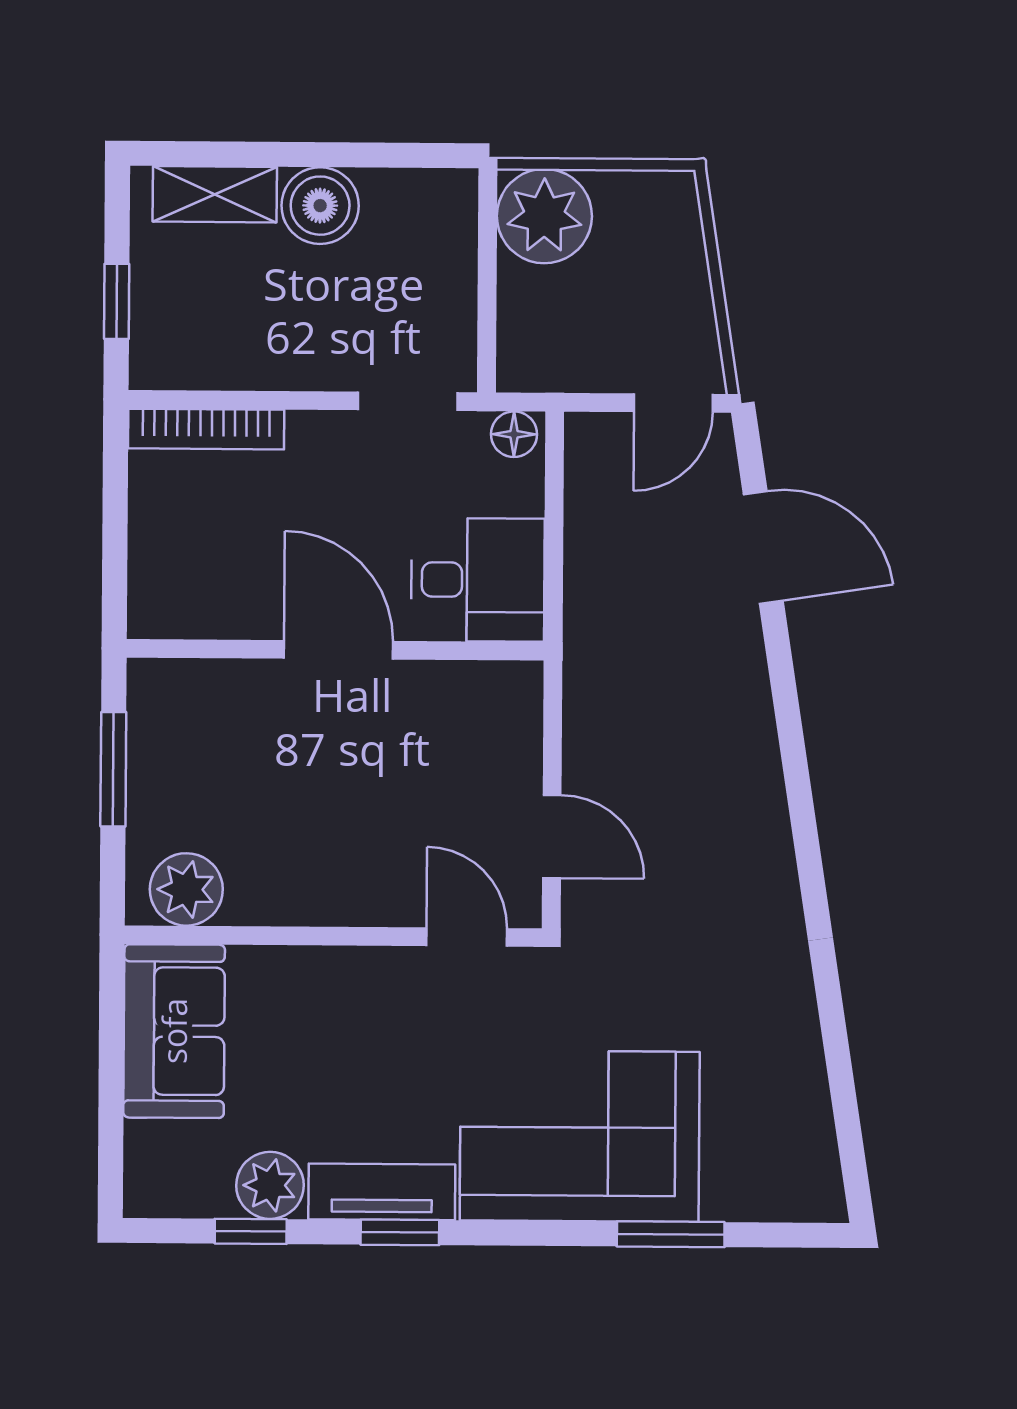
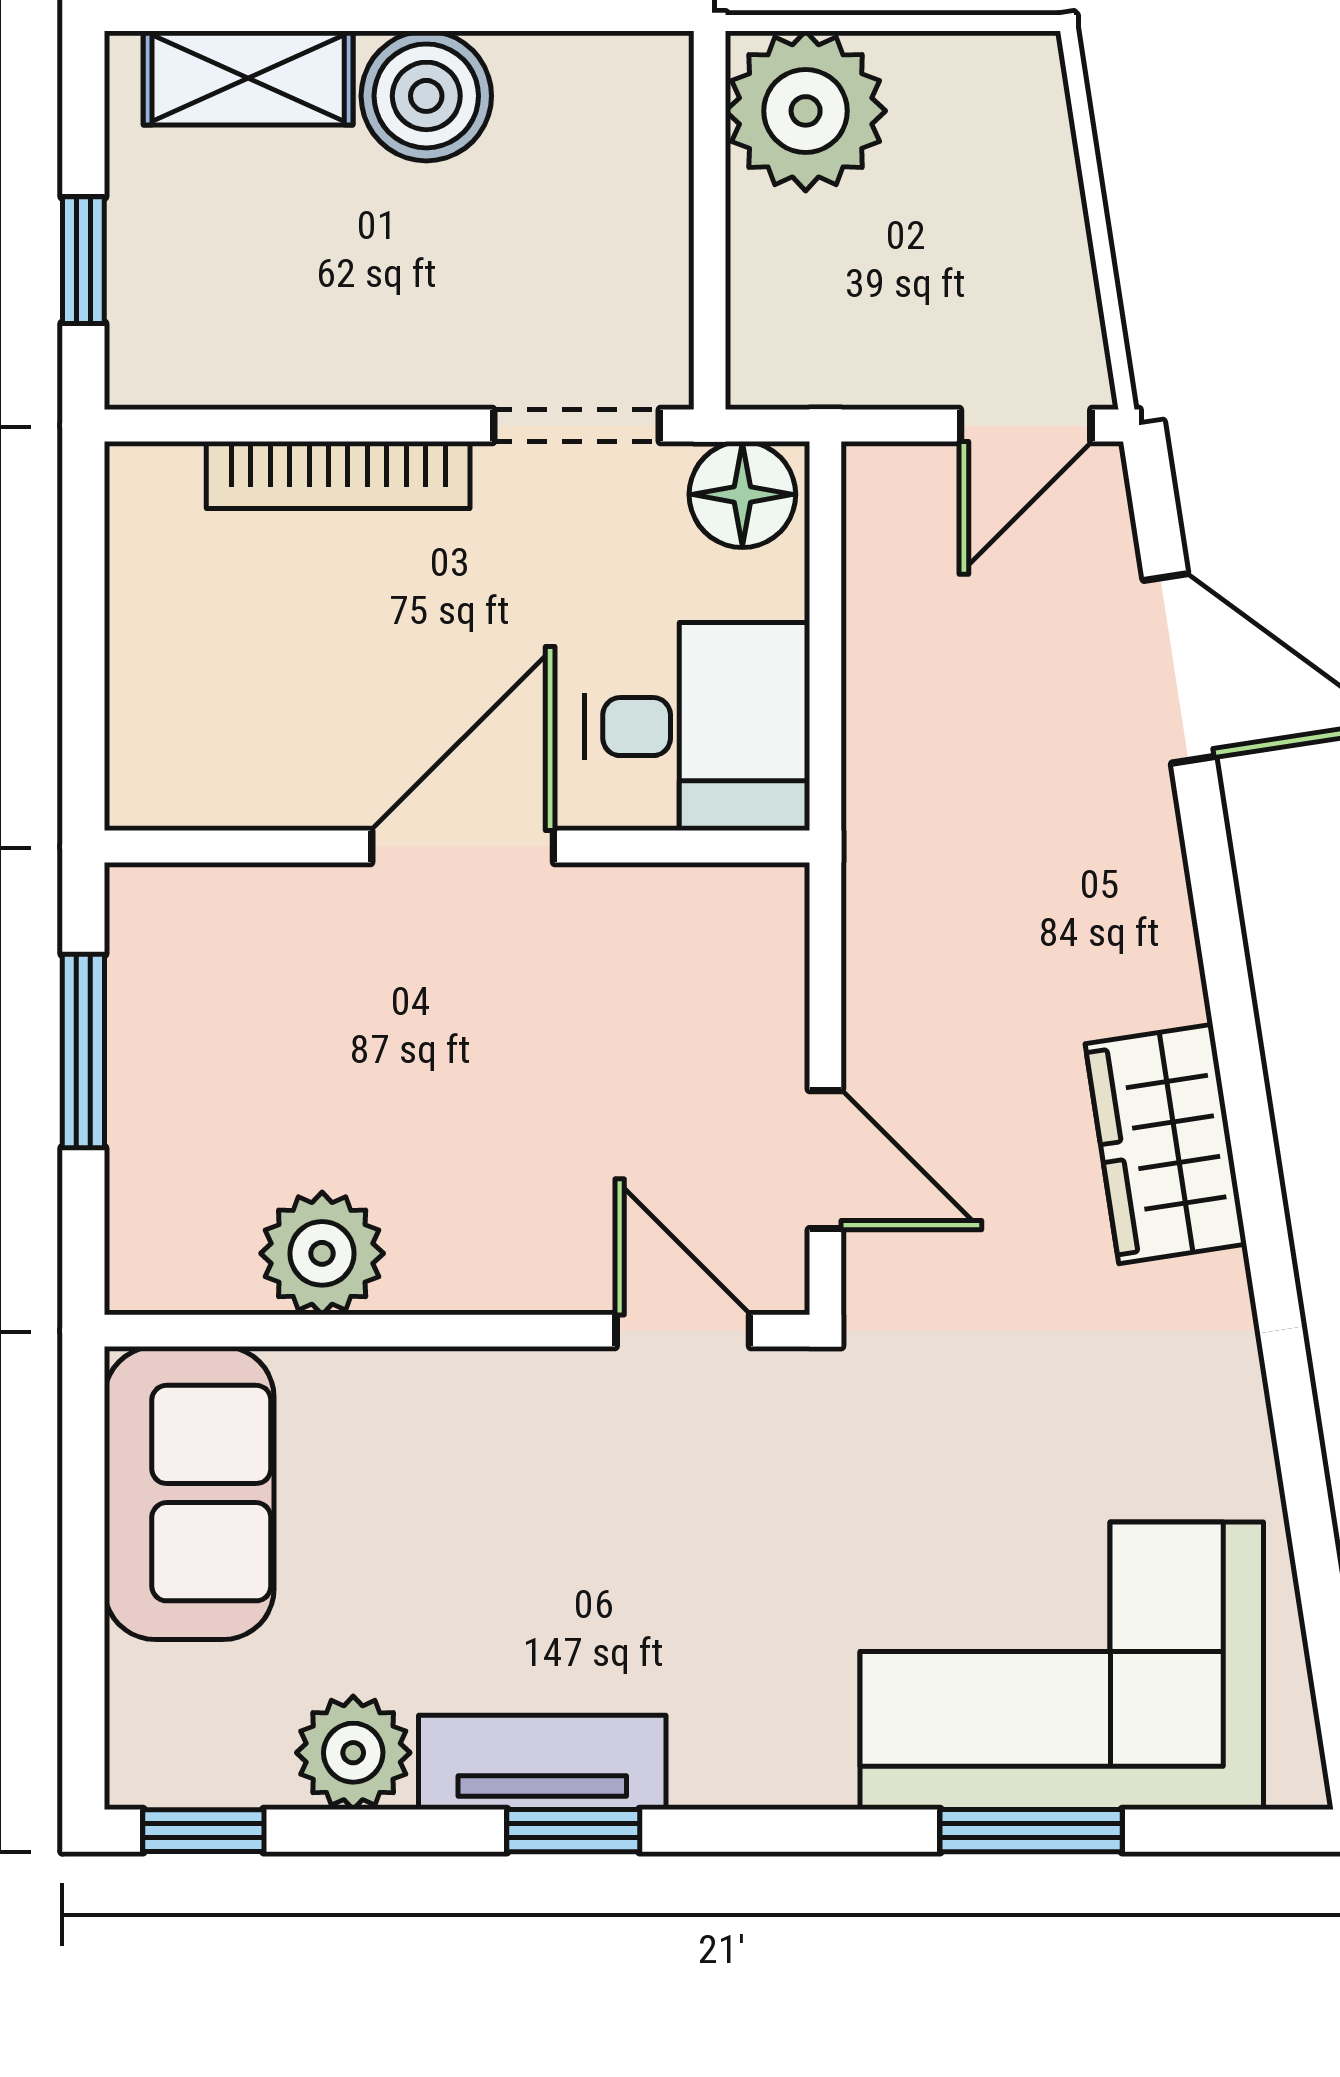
bookcase: (206, 429) -> (338, 475), moved
floor lamp: (514, 434) -> (742, 494), width x1.37, depth x1.37
door: (338, 650) -> (463, 847), hinge flipped
wardrobe: (753, 829) -> (1166, 1144), added
plant: (186, 889) -> (322, 1253), moved
corner sofa: (580, 1136) -> (1062, 1666), moved
window: (251, 1231) -> (203, 1831), moved

